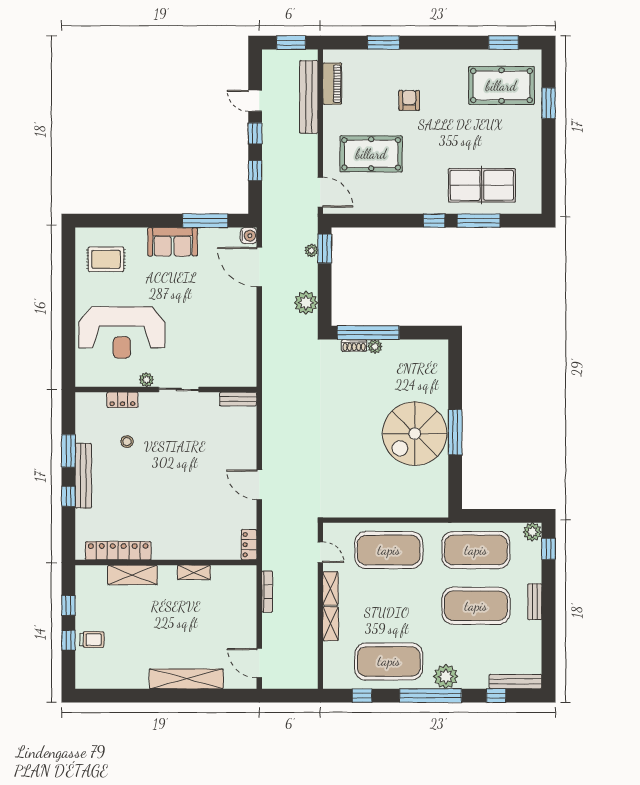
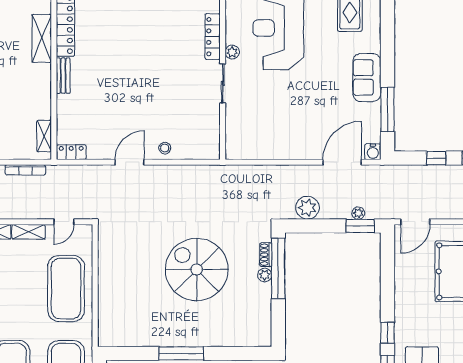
bench: (238, 399) -> (63, 76), moved
locker: (122, 400) -> (213, 37), width x1.53
spiral stairs: (415, 434) -> (197, 270), moved
stool: (127, 442) -> (165, 148), moved
shelving: (194, 572) -> (44, 136), moved

